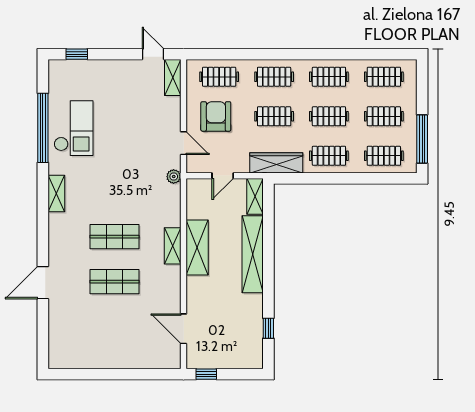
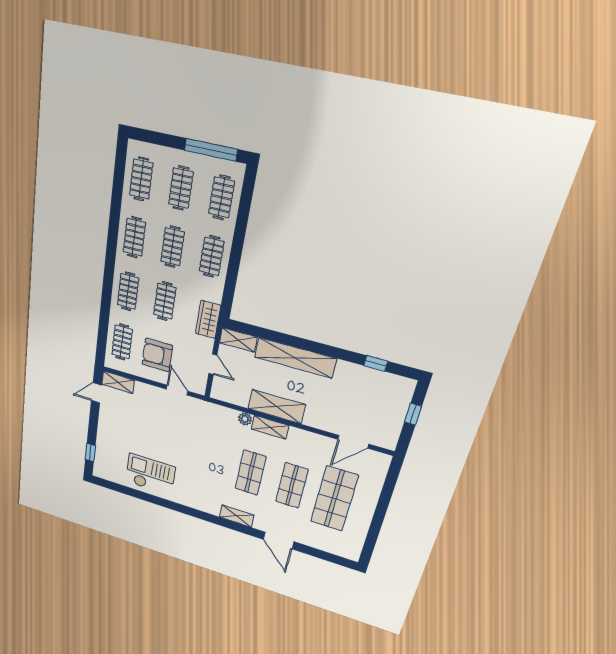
window: (43, 128) -> (147, 497), removed
door: (184, 143) -> (177, 390), hinge flipped
wardrobe: (276, 163) -> (208, 319), width x0.67
plant: (174, 177) -> (245, 419), moved
shelving: (56, 193) -> (237, 516), moved
shop shelf: (114, 327) -> (334, 499), added
window: (206, 374) -> (413, 414), moved

